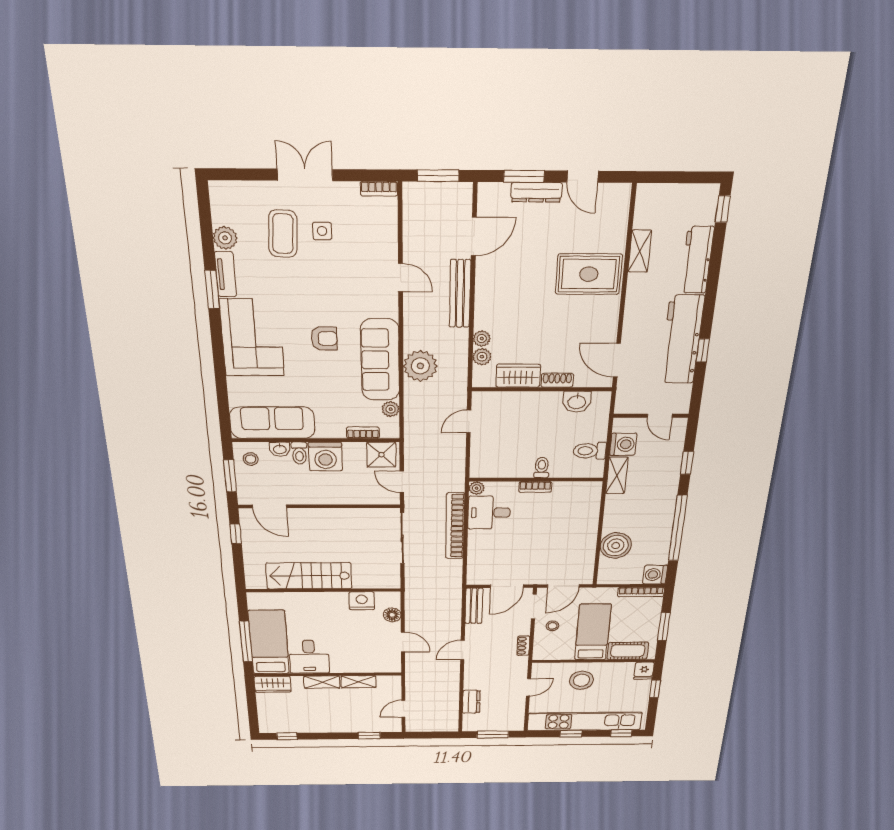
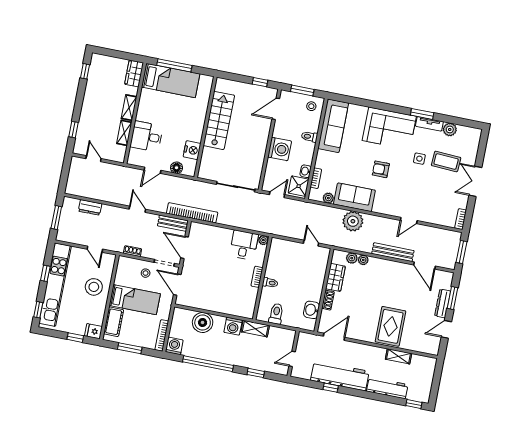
double door: (305, 175) -> (475, 181), swing flipped
side table: (322, 231) -> (419, 159), moved
armchair: (324, 338) -> (381, 169), turned 90
sofa: (380, 360) -> (354, 197), width x0.73
washing machine: (623, 444) -> (233, 326), moved
washbasin: (280, 449) -> (306, 171), moved
washing machine: (325, 457) -> (280, 149), moved, turned 180
bookcase: (455, 526) -> (192, 213), moved
desk: (309, 657) -> (147, 136), moved

